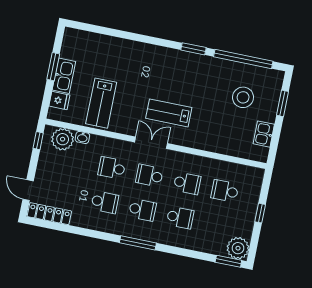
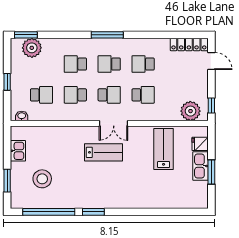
washbasin: (82, 137) -> (22, 116), moved
plant: (238, 248) -> (32, 48), moved

